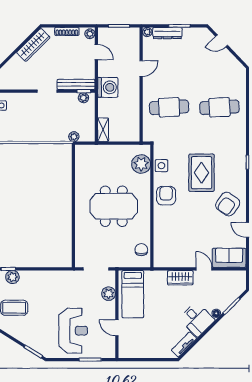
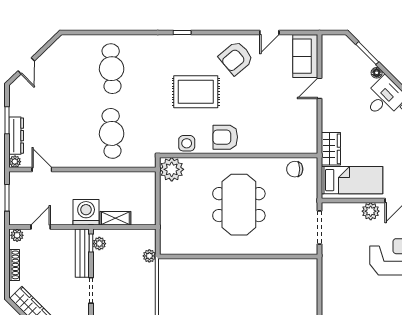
door: (141, 69) -> (42, 169), moved
shelving: (103, 130) -> (115, 218), moved
plant: (141, 164) -> (172, 169), moved
armchair: (228, 204) -> (236, 58), turned 105
wardrobe: (180, 278) -> (331, 149), moved
plant: (109, 294) -> (371, 211), moved

